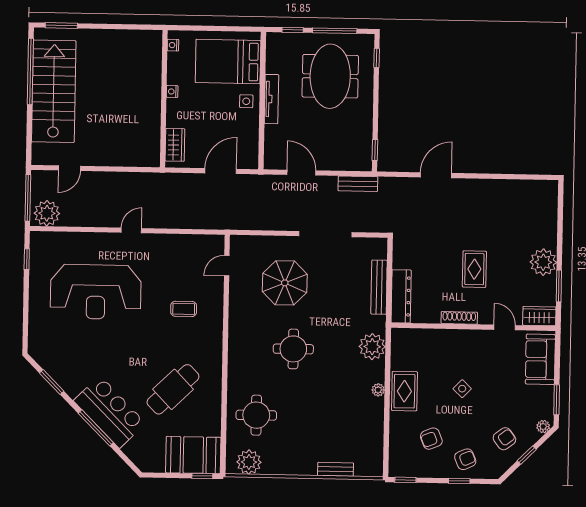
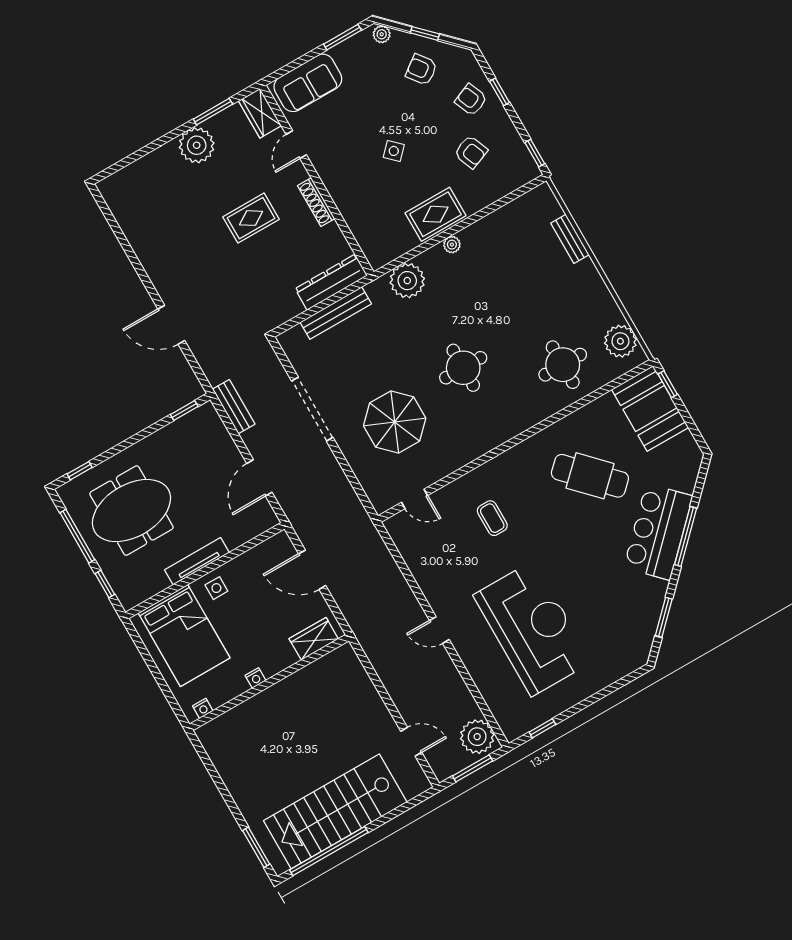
window: (28, 198) -> (473, 768), width x0.69

